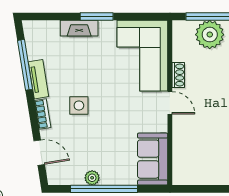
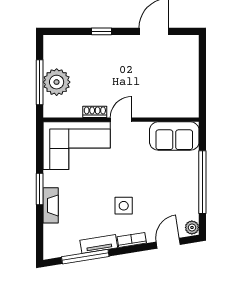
plant: (92, 178) -> (192, 227), moved

